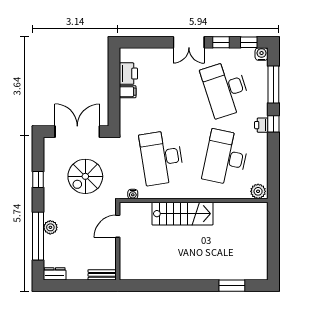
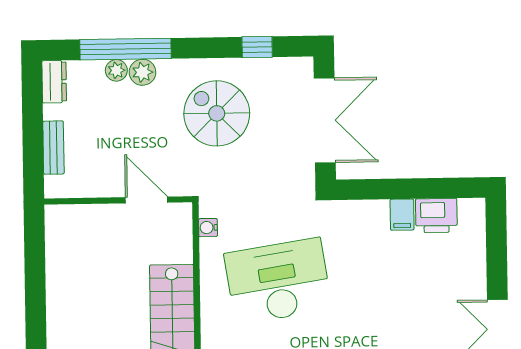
spiral stairs: (85, 176) -> (217, 113), moved
window: (38, 180) -> (257, 47), moved
plant: (49, 241) -> (116, 70), added
bench: (102, 275) -> (53, 148), moved

